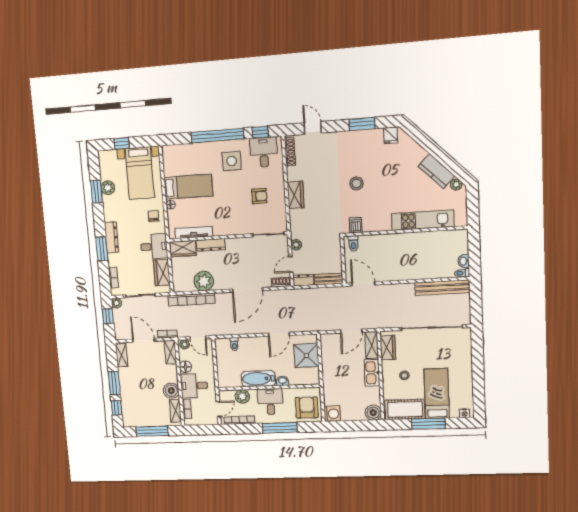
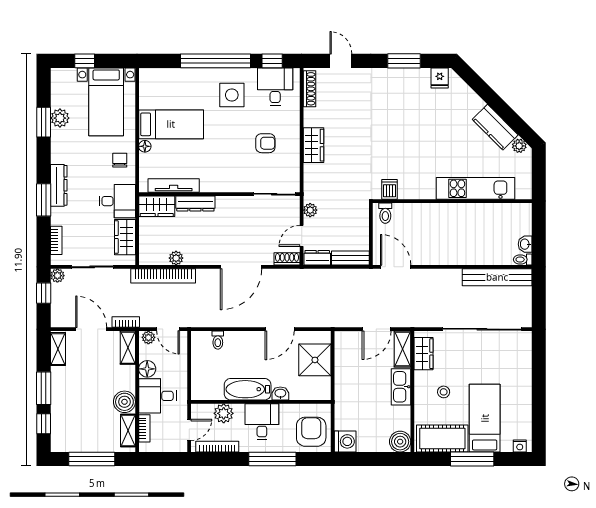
stool: (357, 183) -> (393, 136), removed
plant: (204, 281) -> (176, 258), width x0.53, depth x0.53

